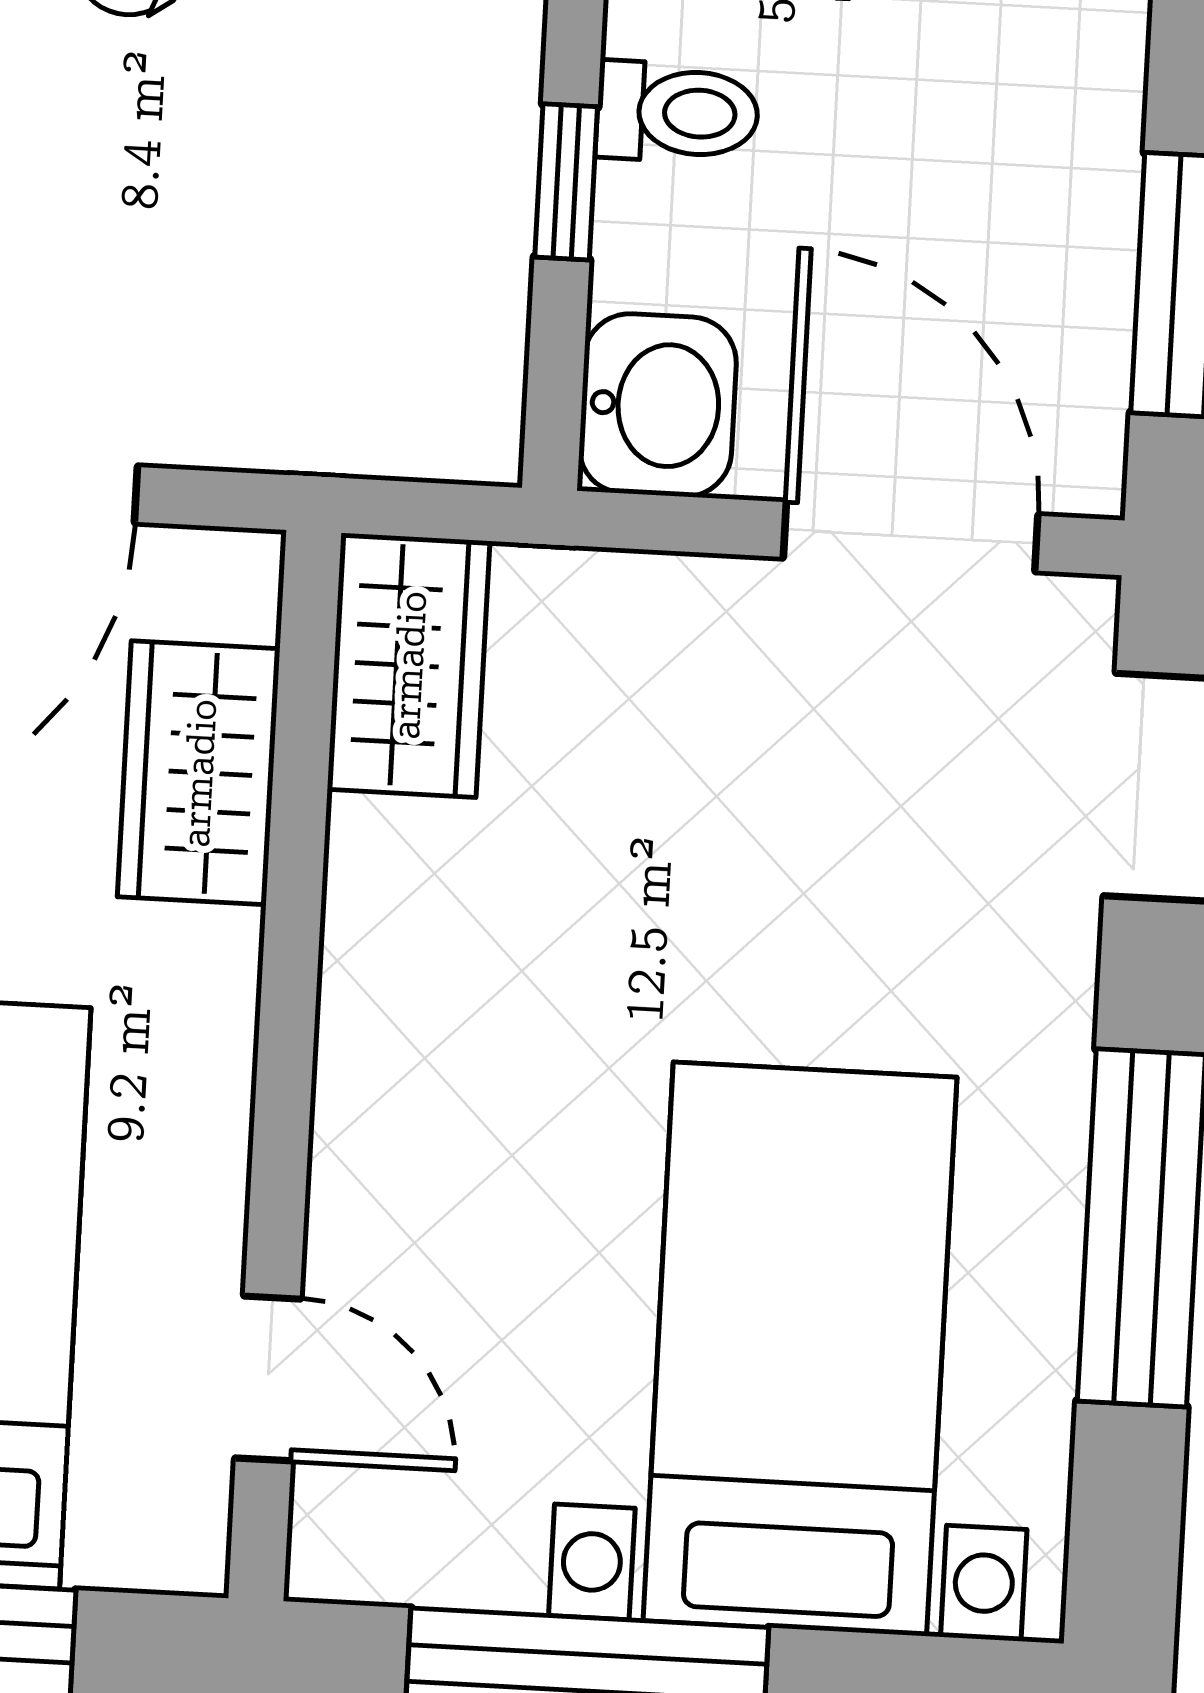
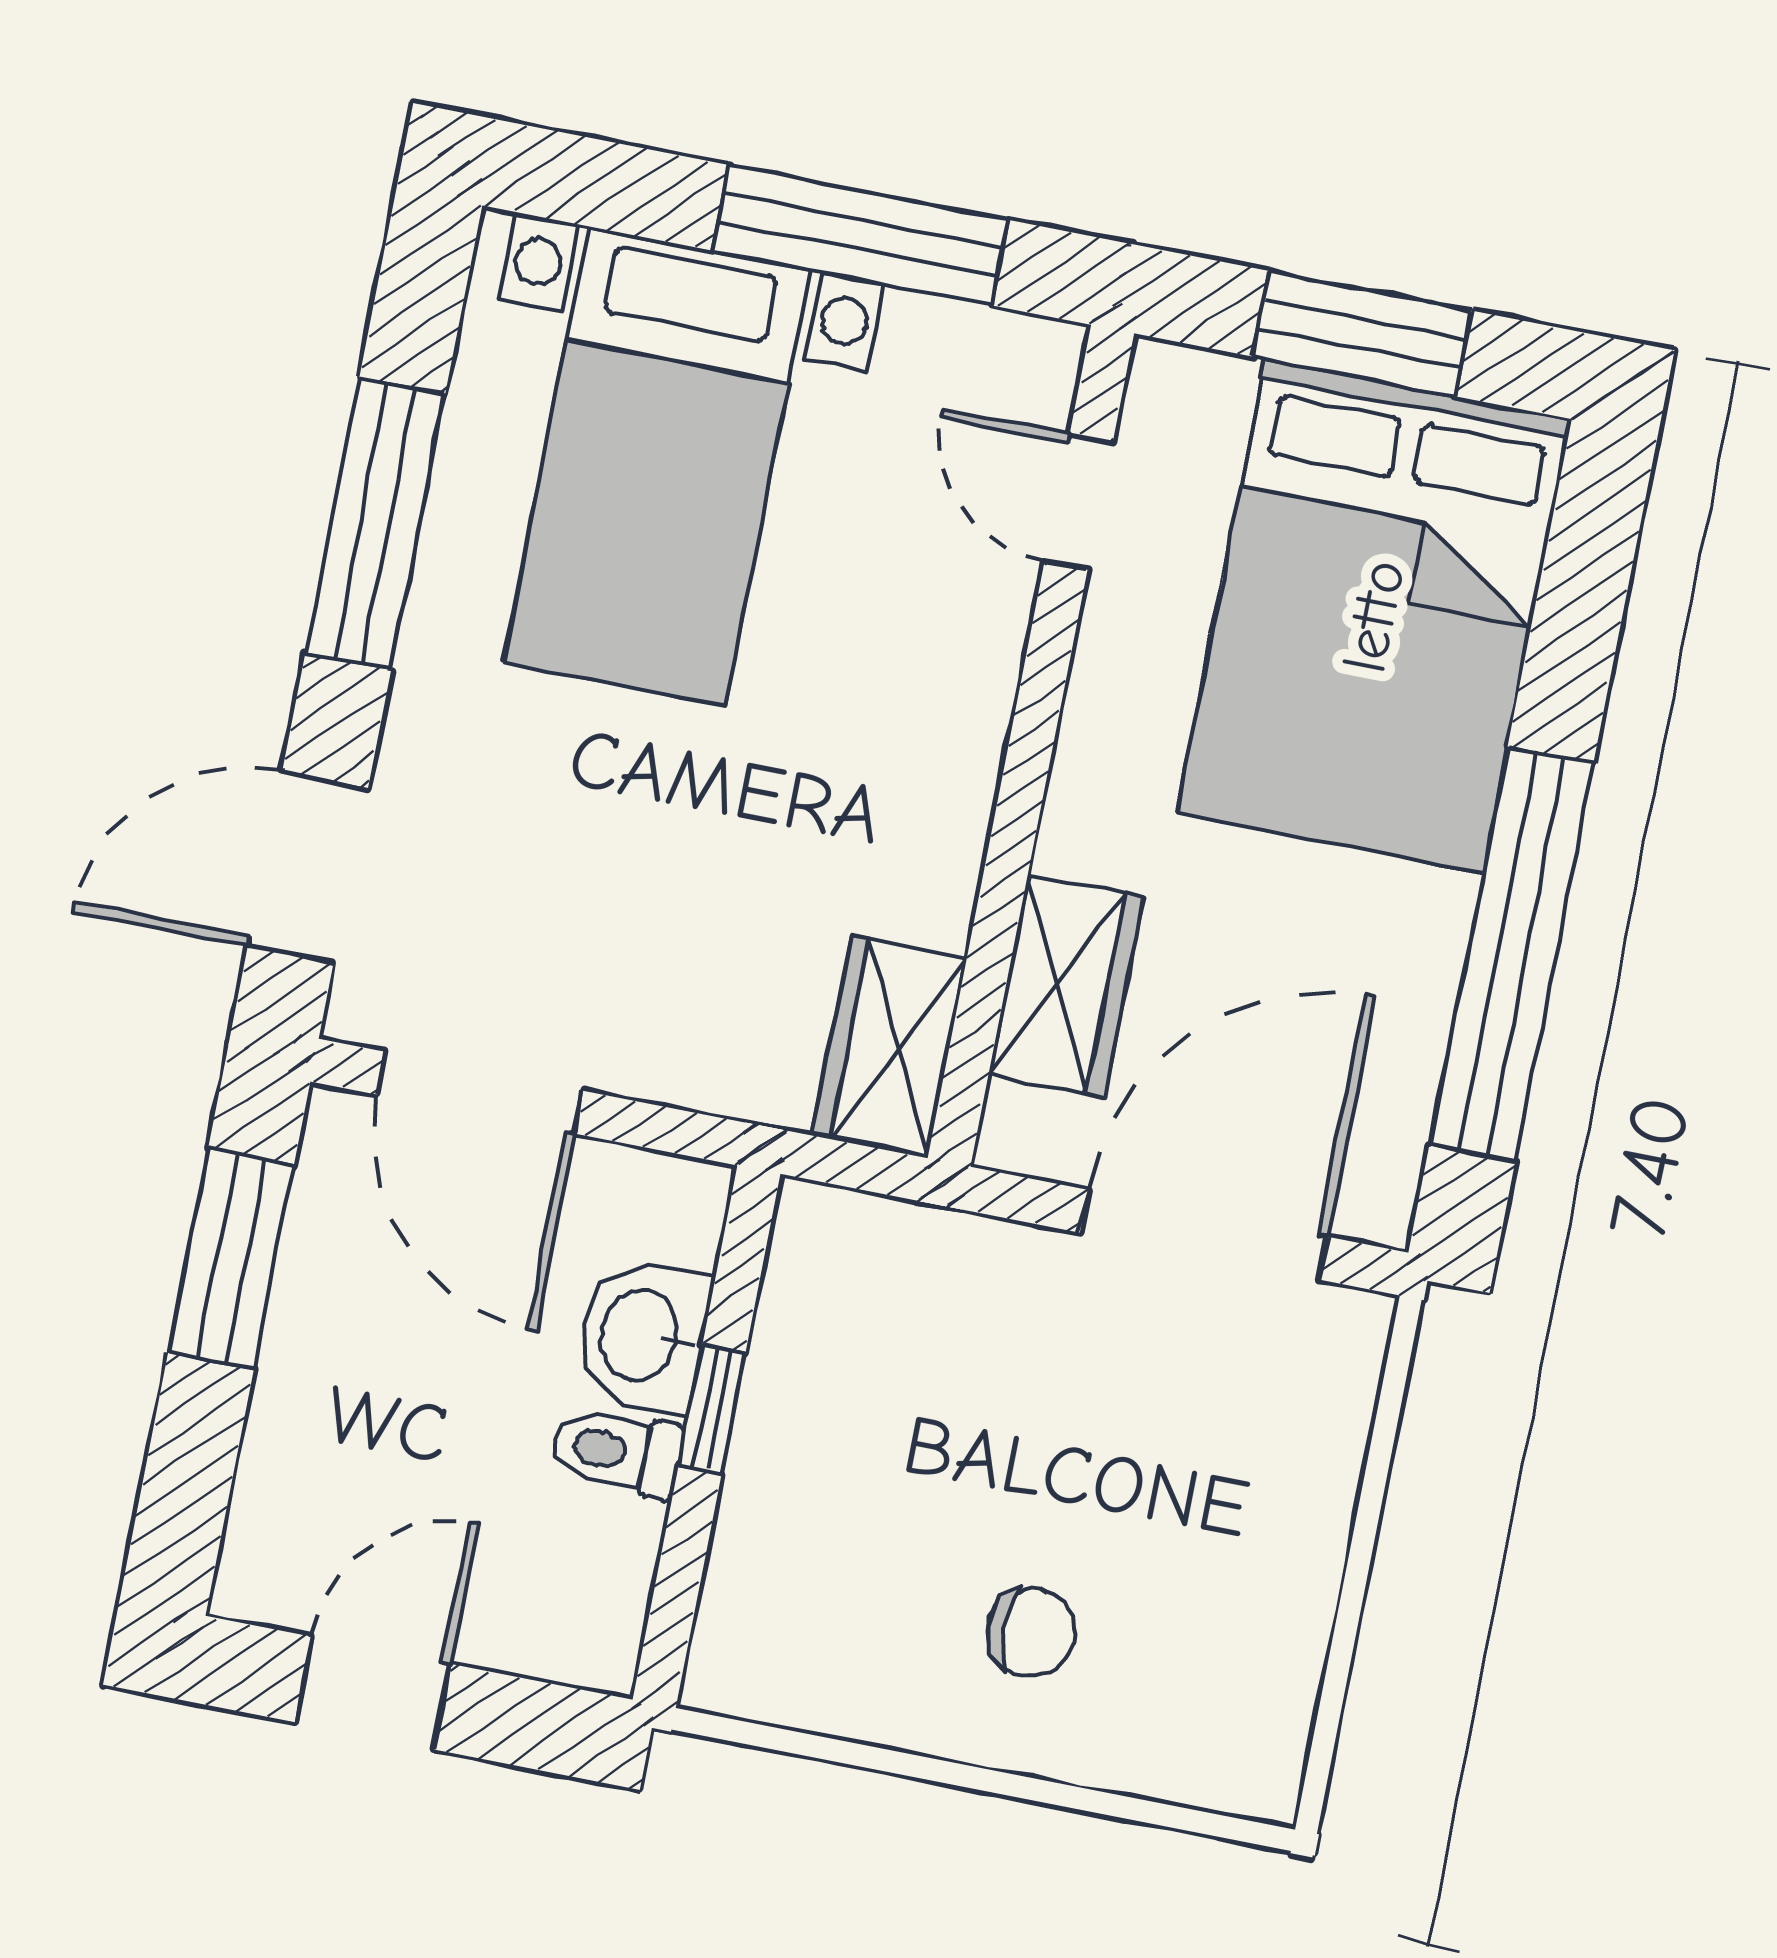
washbasin: (658, 405) -> (643, 1336), moved

